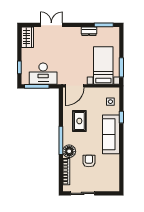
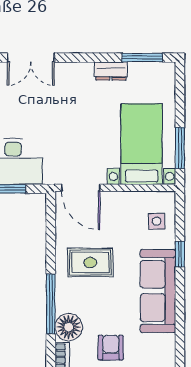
double door: (51, 25) -> (31, 58), swing flipped
door: (75, 86) -> (81, 188), hinge flipped
rug: (79, 121) -> (90, 262), turned 90

